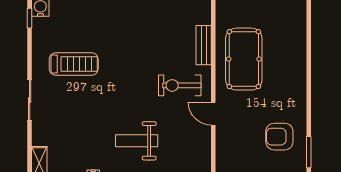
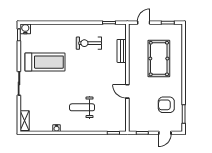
pool table: (244, 59) -> (159, 59), moved
treadmill: (74, 64) -> (45, 62), width x1.37, depth x1.38
exercise bike: (180, 85) -> (89, 43), moved

